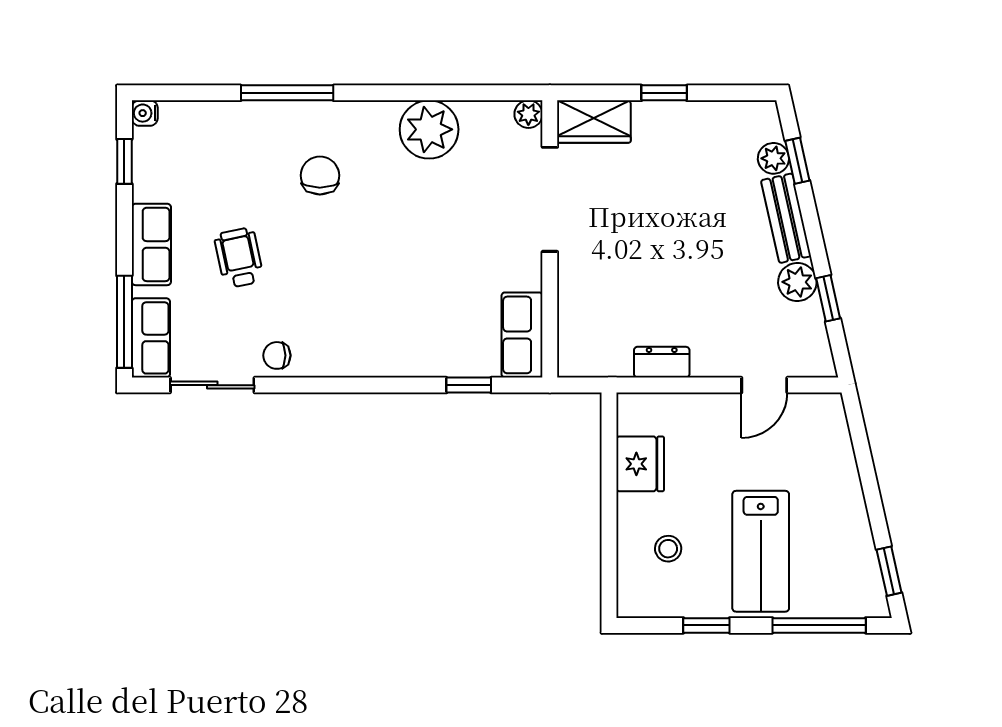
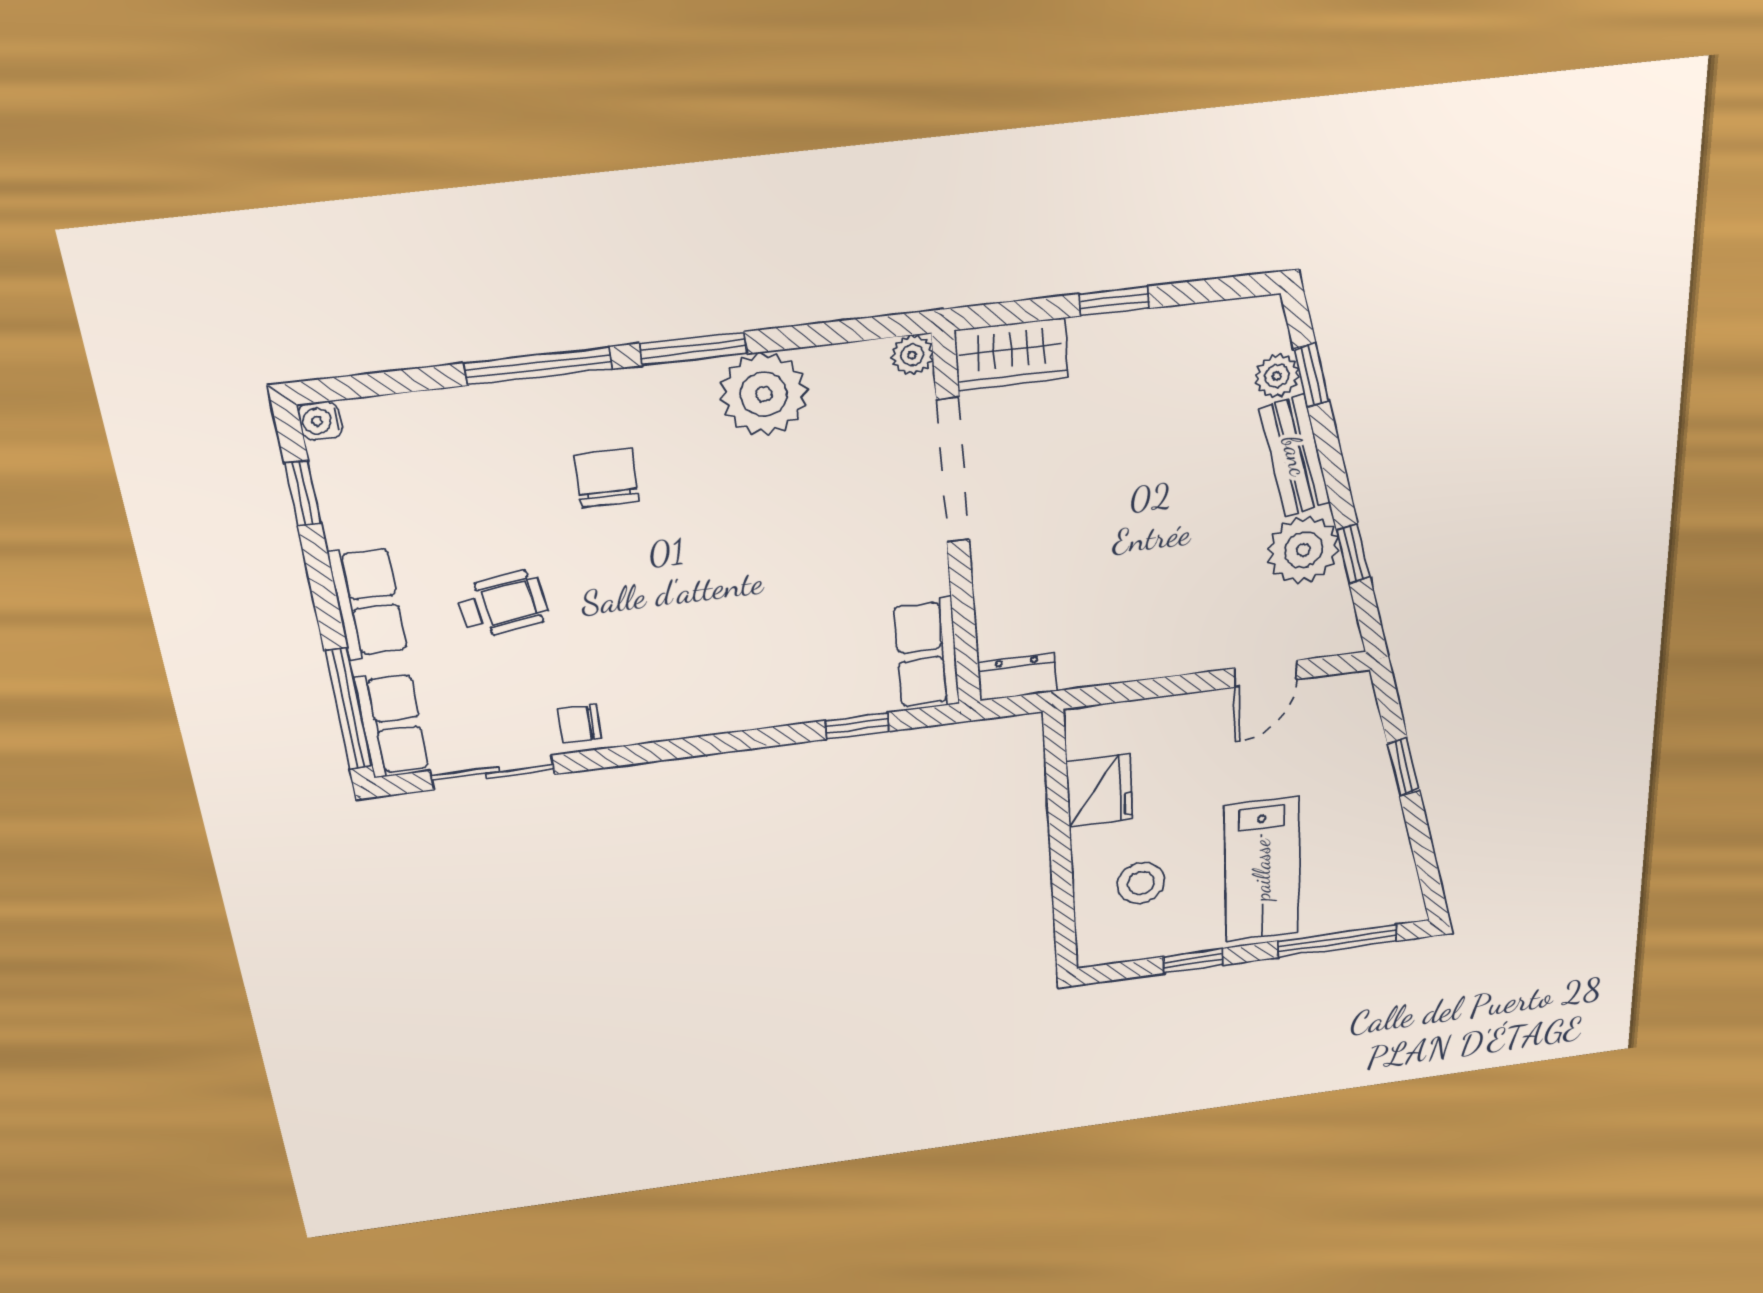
window: (387, 93) -> (694, 349), added
wheelchair: (239, 258) -> (503, 605), turned 93
plant: (797, 282) -> (1303, 550), width x1.36, depth x1.36
dresser: (662, 362) -> (1017, 677), moved
stool: (668, 549) -> (1141, 883), width x1.37, depth x1.37
window: (889, 571) -> (1403, 767), moved

